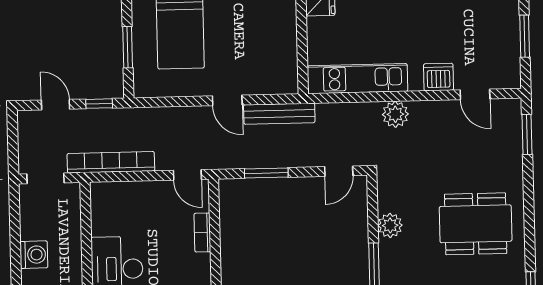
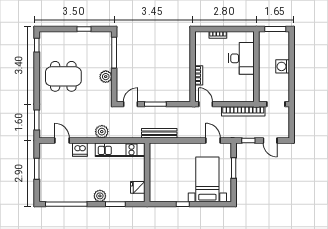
door: (227, 100) -> (213, 140), moved
window: (266, 173) -> (155, 104), moved

